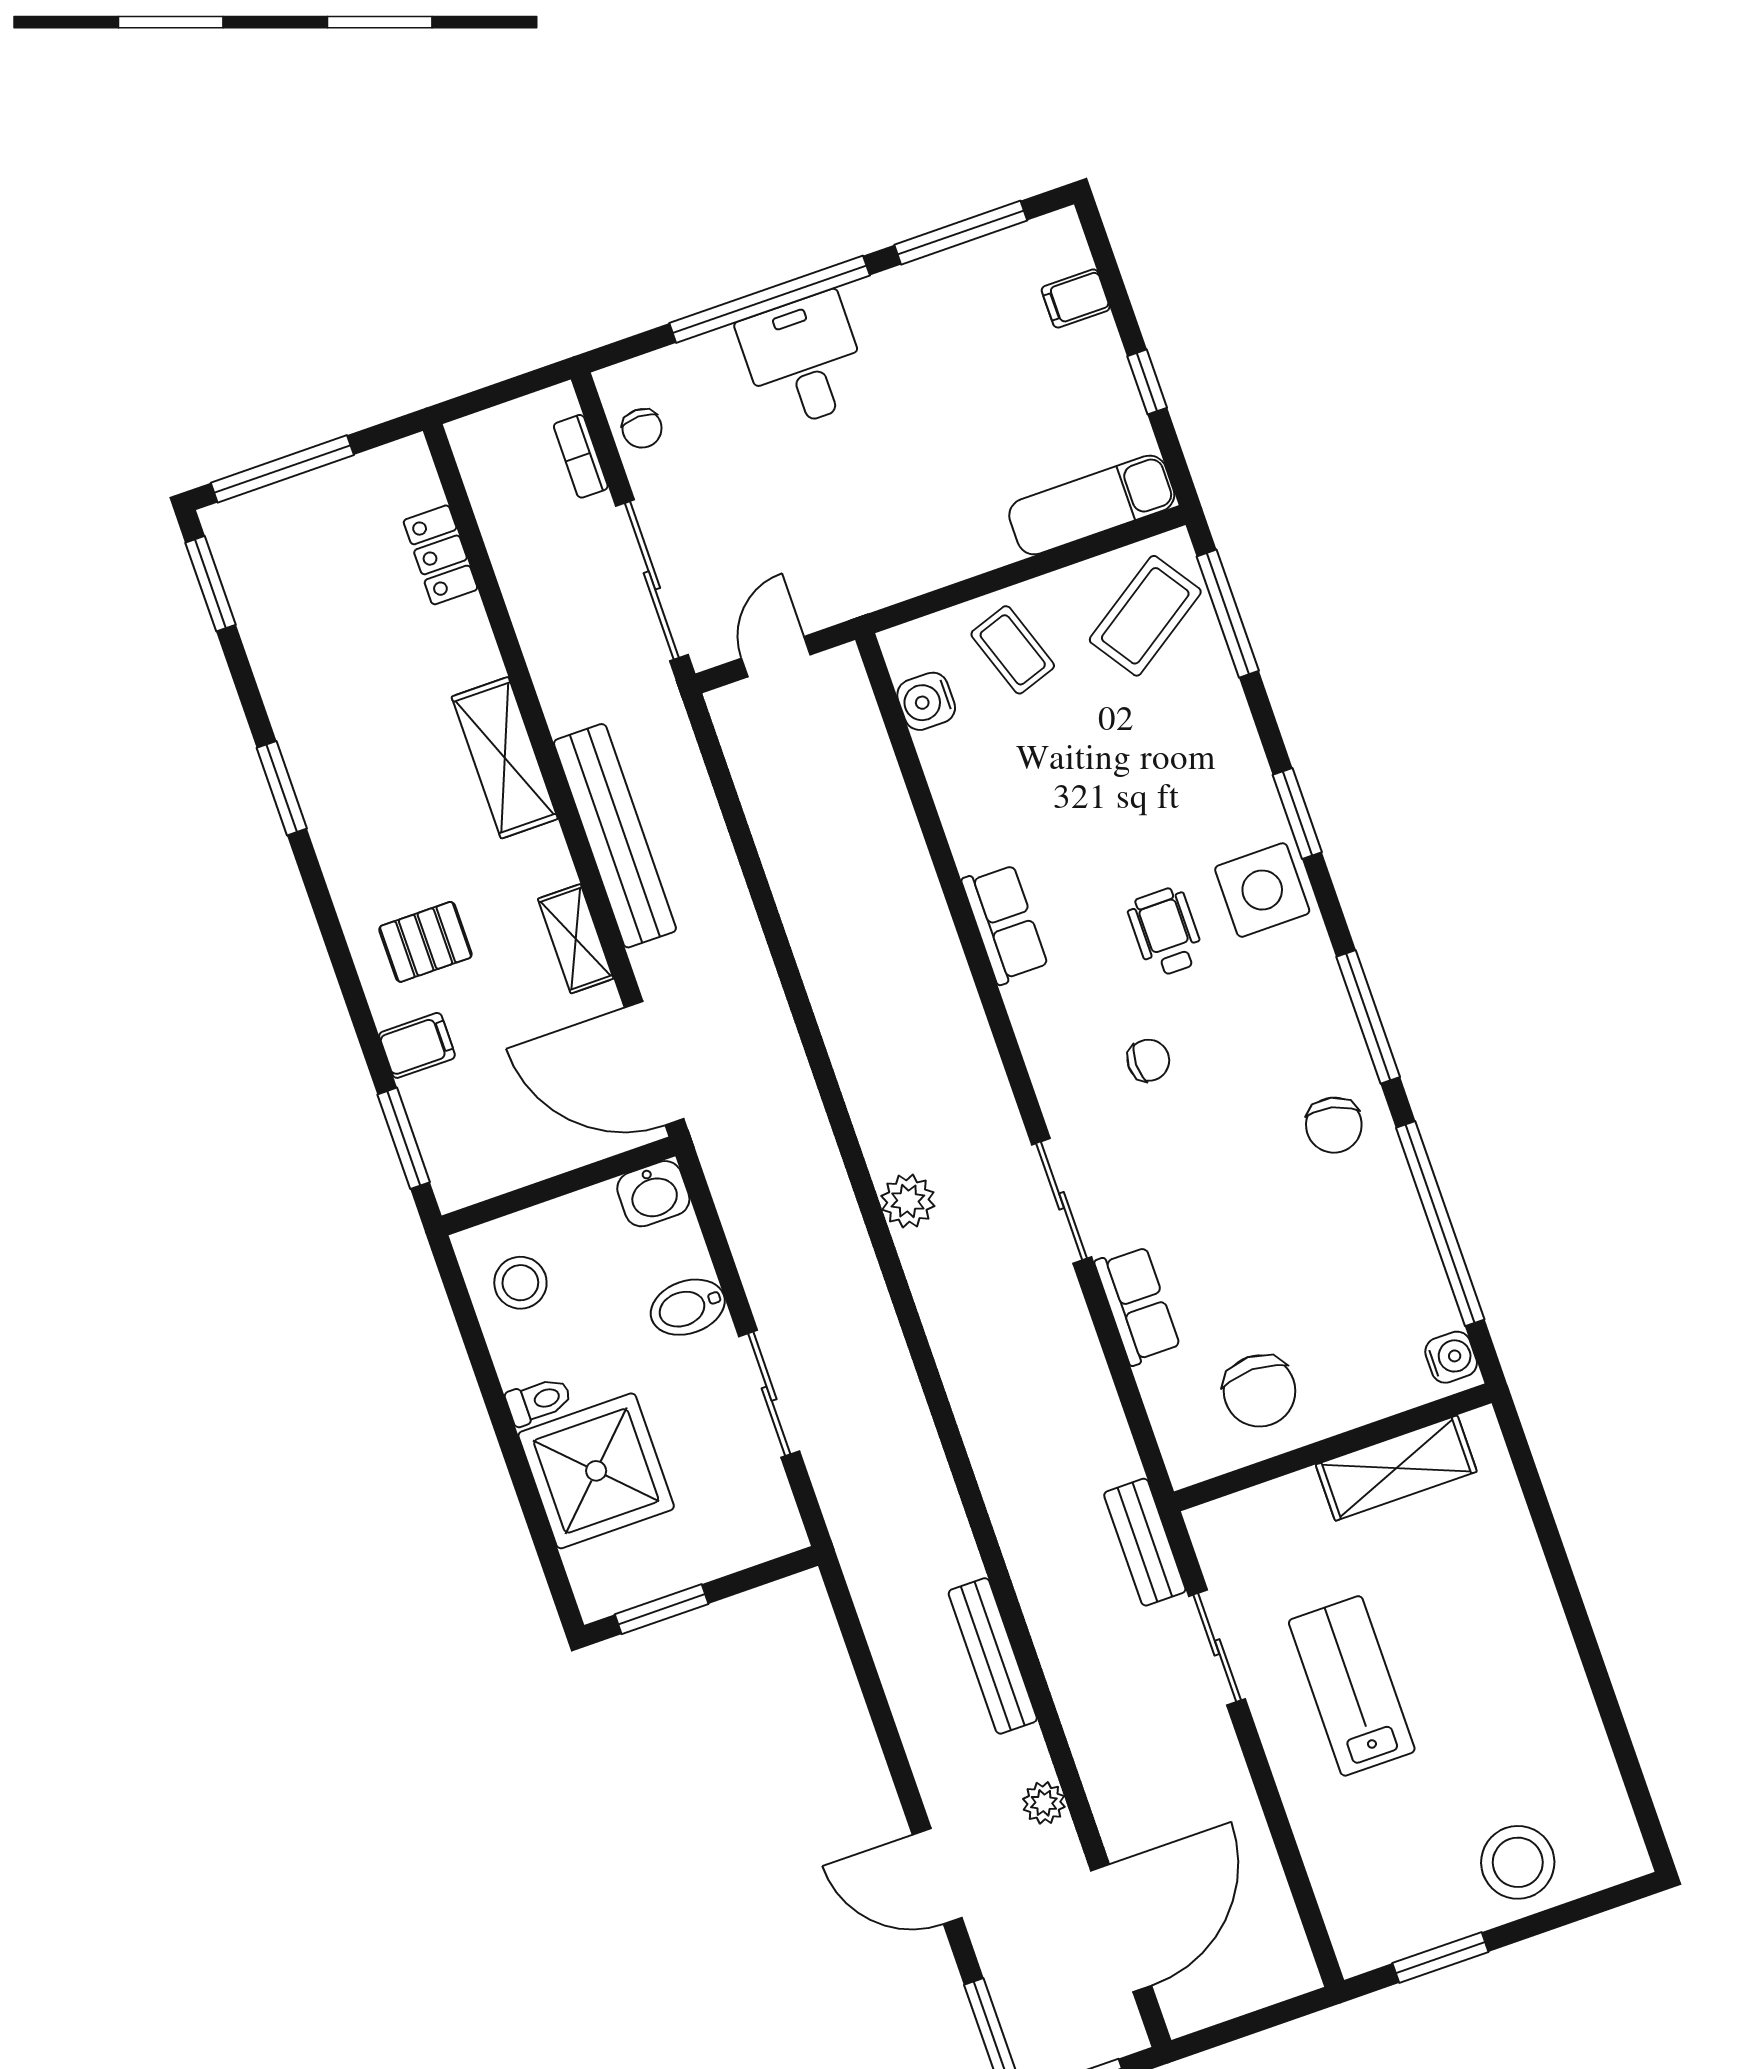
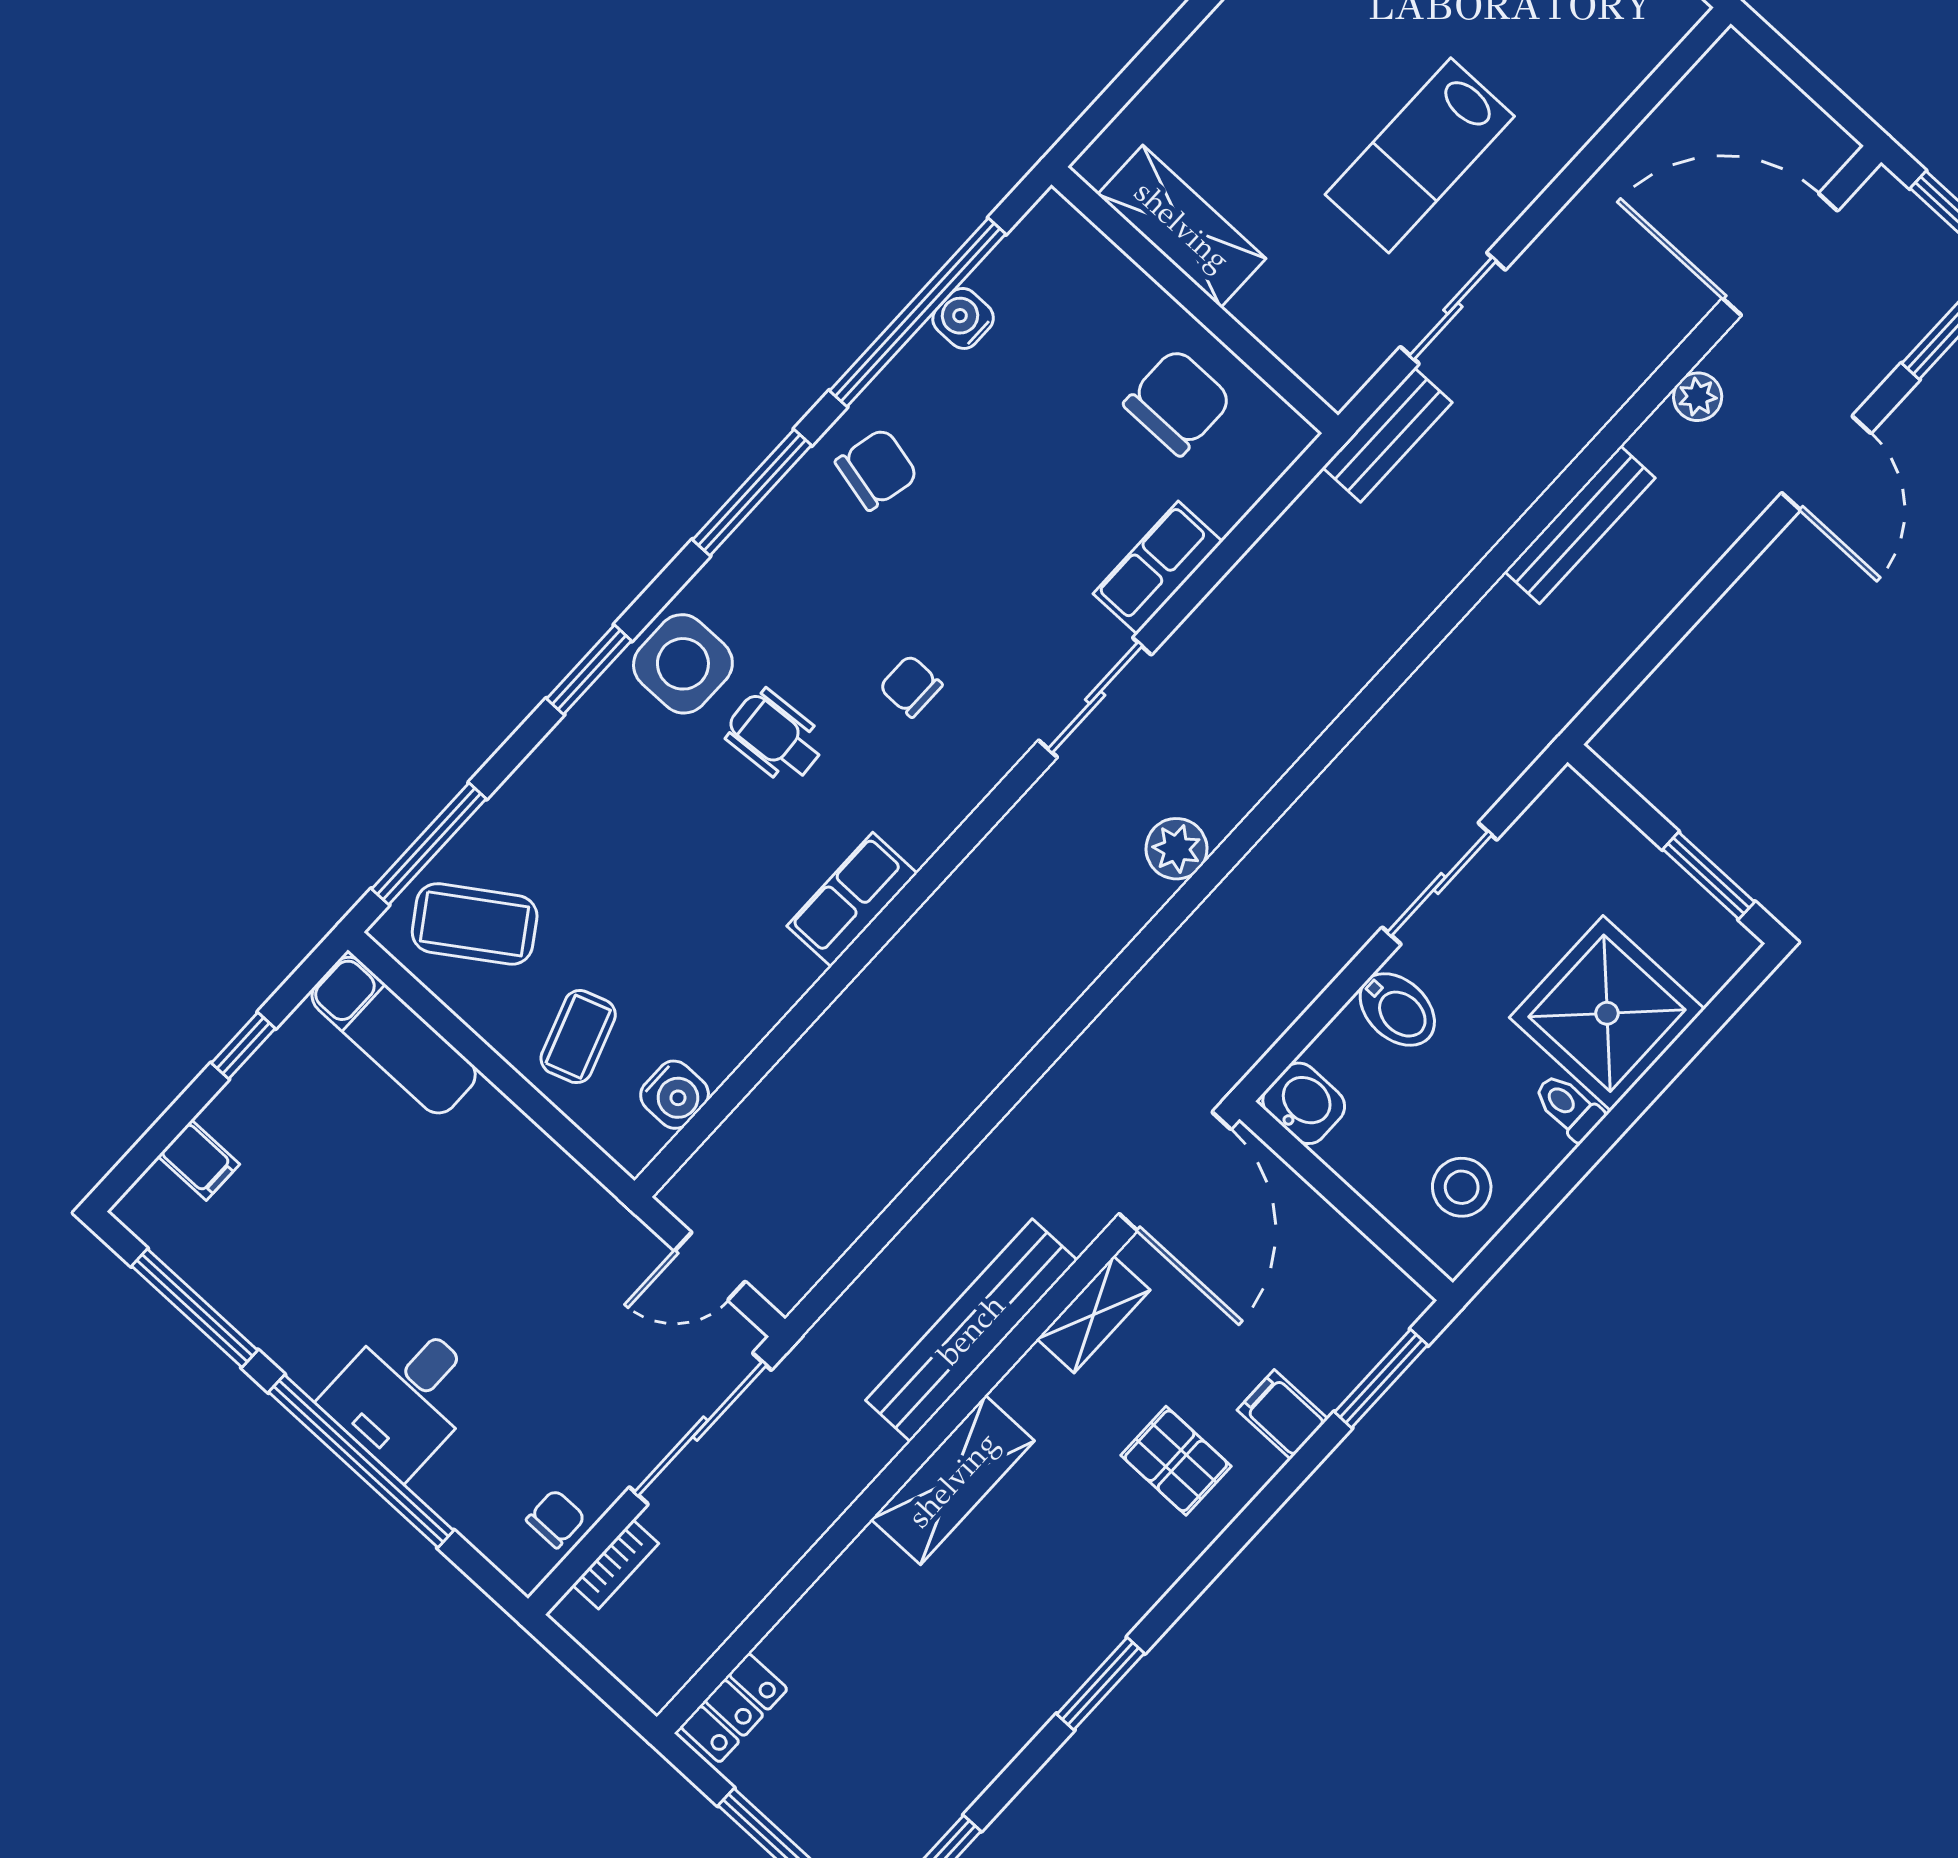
locker: (440, 555) -> (734, 1708), moved
wheelchair: (1166, 932) -> (775, 737), turned 86
water cooler: (1451, 1357) -> (963, 318), moved

